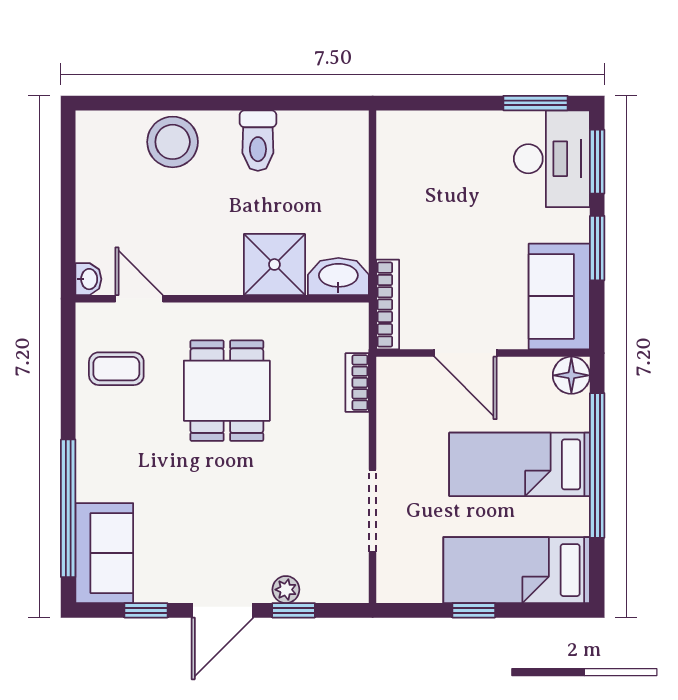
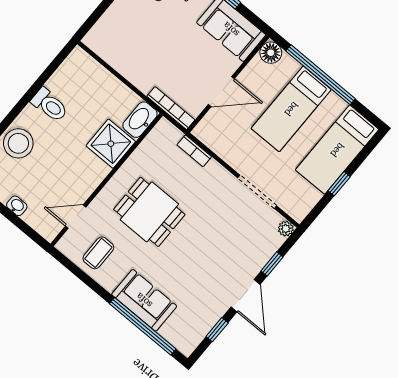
washbasin: (88, 279) -> (17, 206), moved
sofa: (104, 553) -> (144, 300), moved
plant: (286, 590) -> (286, 229), moved

